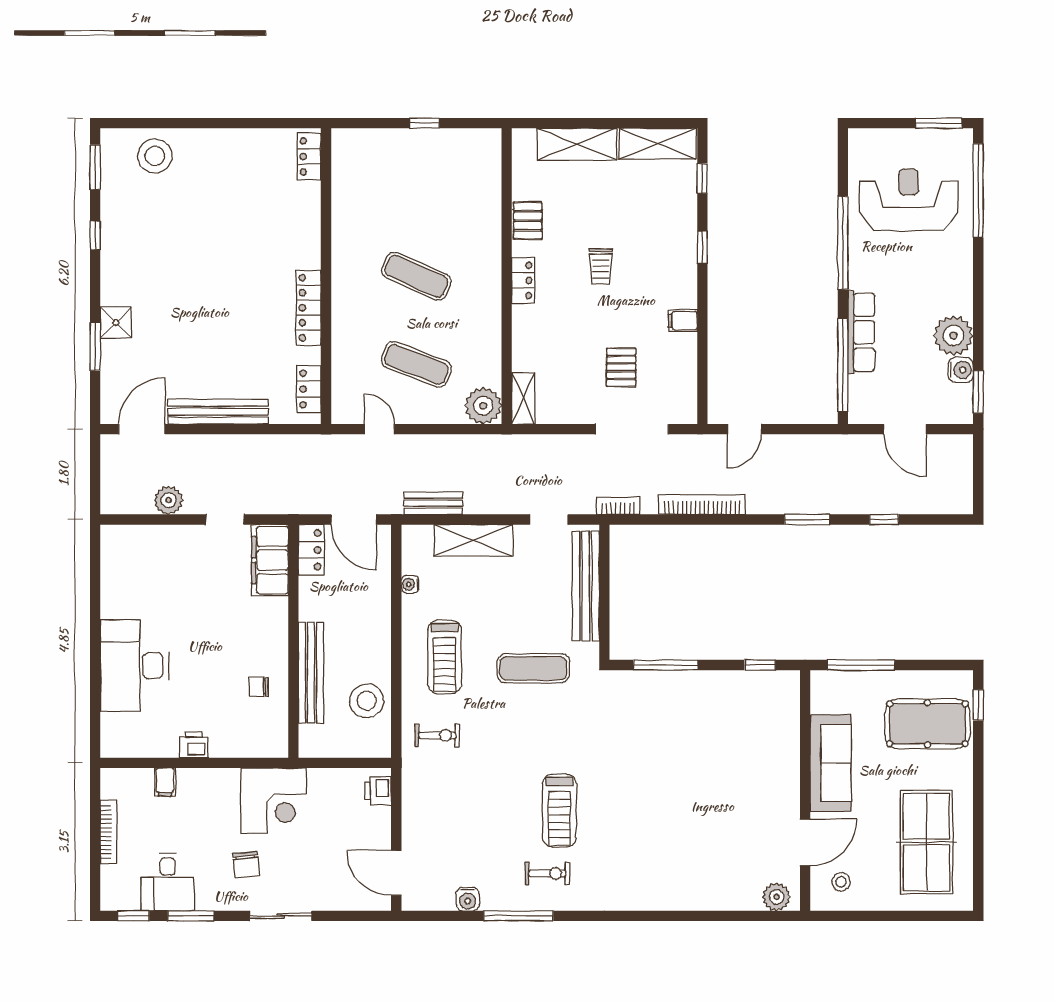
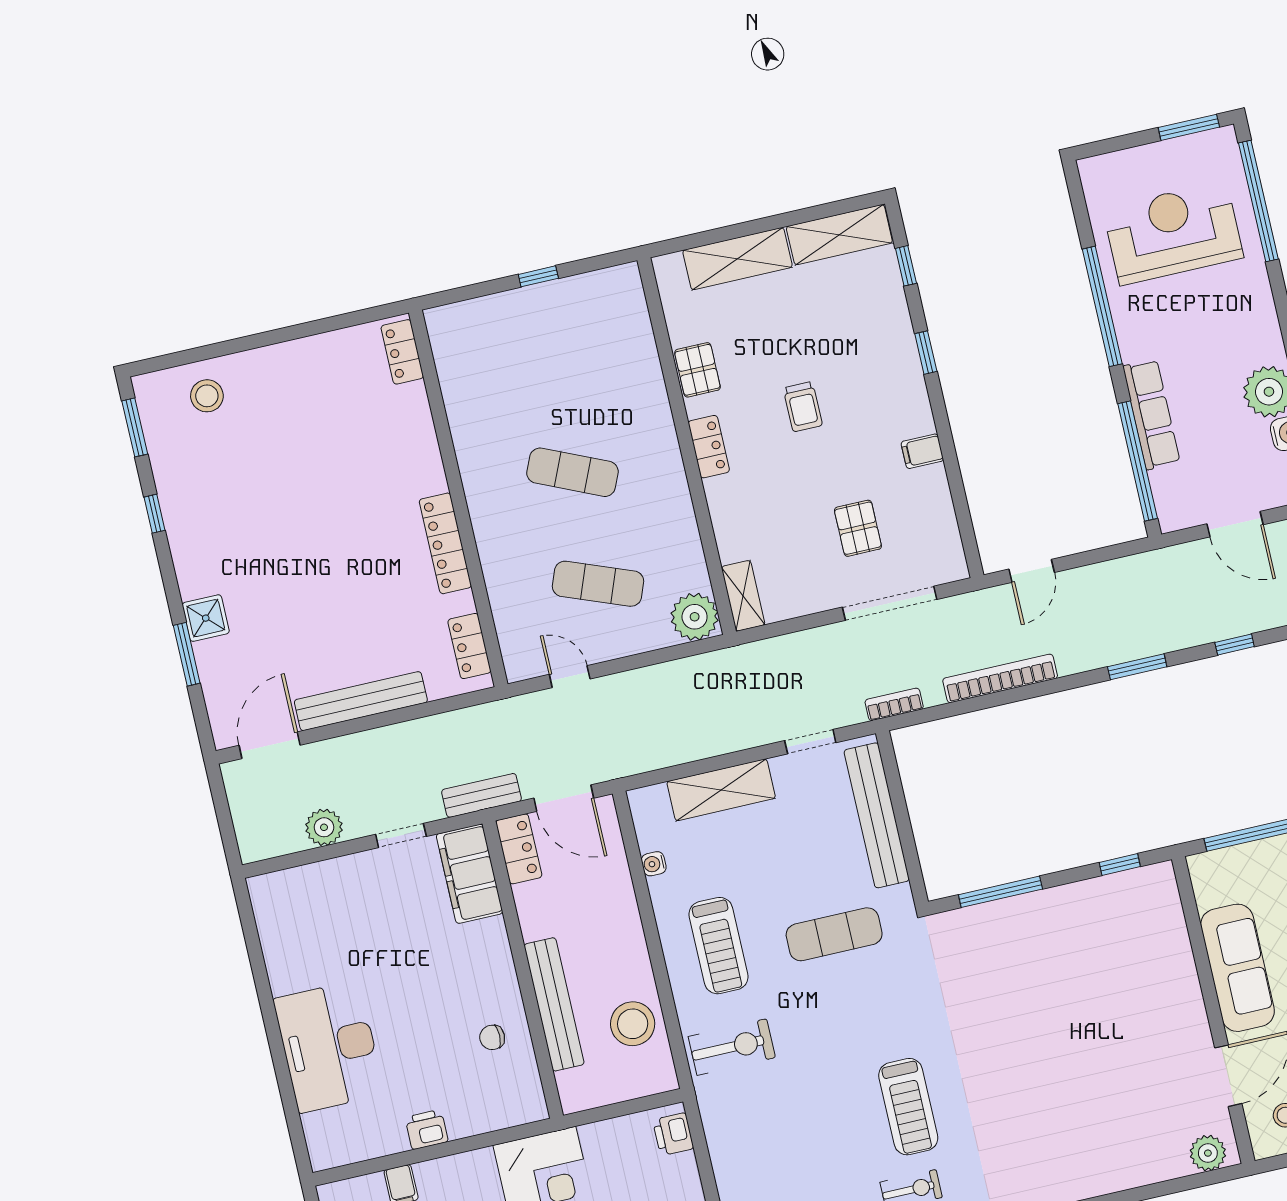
stool: (155, 156) -> (207, 396), width x0.73, depth x0.73
bench: (433, 503) -> (481, 795), moved
exercise bike: (437, 735) -> (732, 1047), width x1.38, depth x1.39

